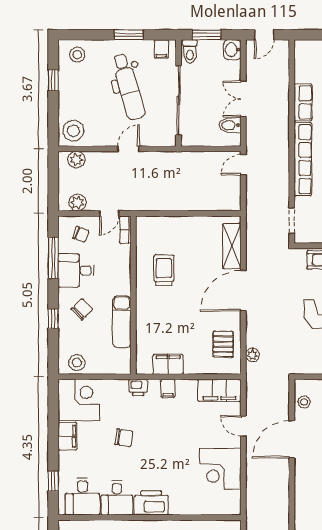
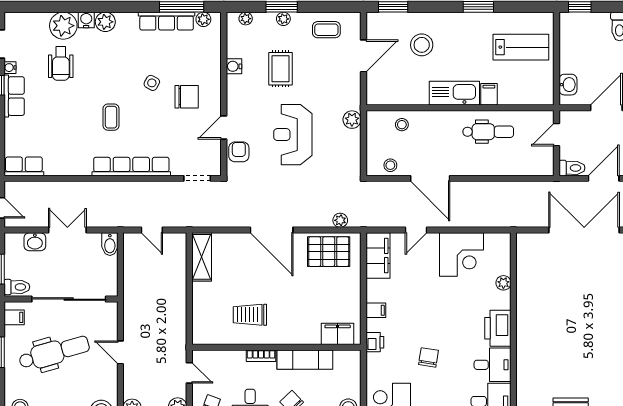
washbasin: (232, 50) -> (35, 242), moved
double door: (243, 99) -> (67, 230), swing flipped
row of seats: (303, 102) -> (24, 166), moved
bidet: (230, 125) -> (110, 244), moved
door: (243, 165) -> (152, 230), moved
bookcase: (125, 230) -> (261, 356), moved
shelving: (232, 246) -> (202, 257), moved, turned 90
pallet: (223, 344) -> (329, 252), width x1.50, depth x1.42
filing cabinet: (168, 364) -> (338, 334), moved, turned 90
plant: (194, 508) -> (503, 283), added

